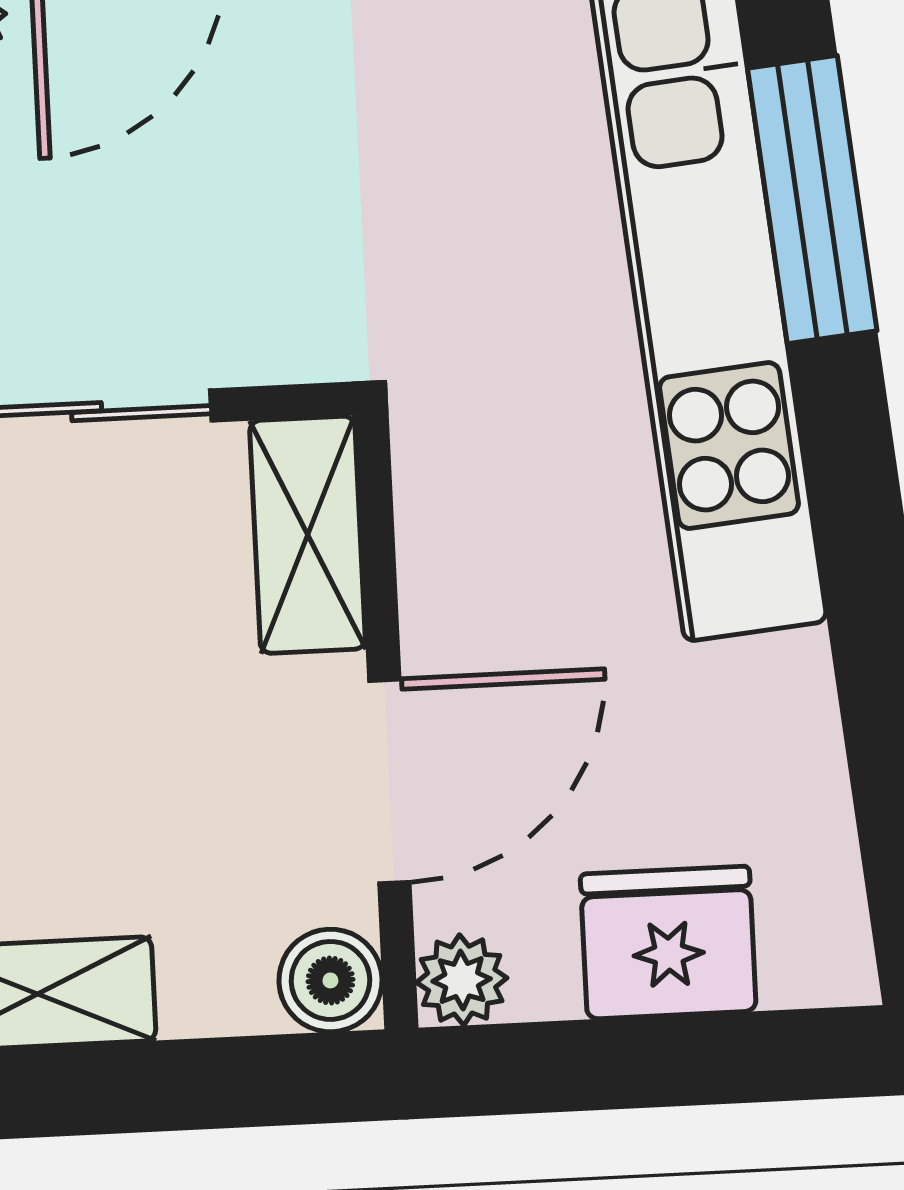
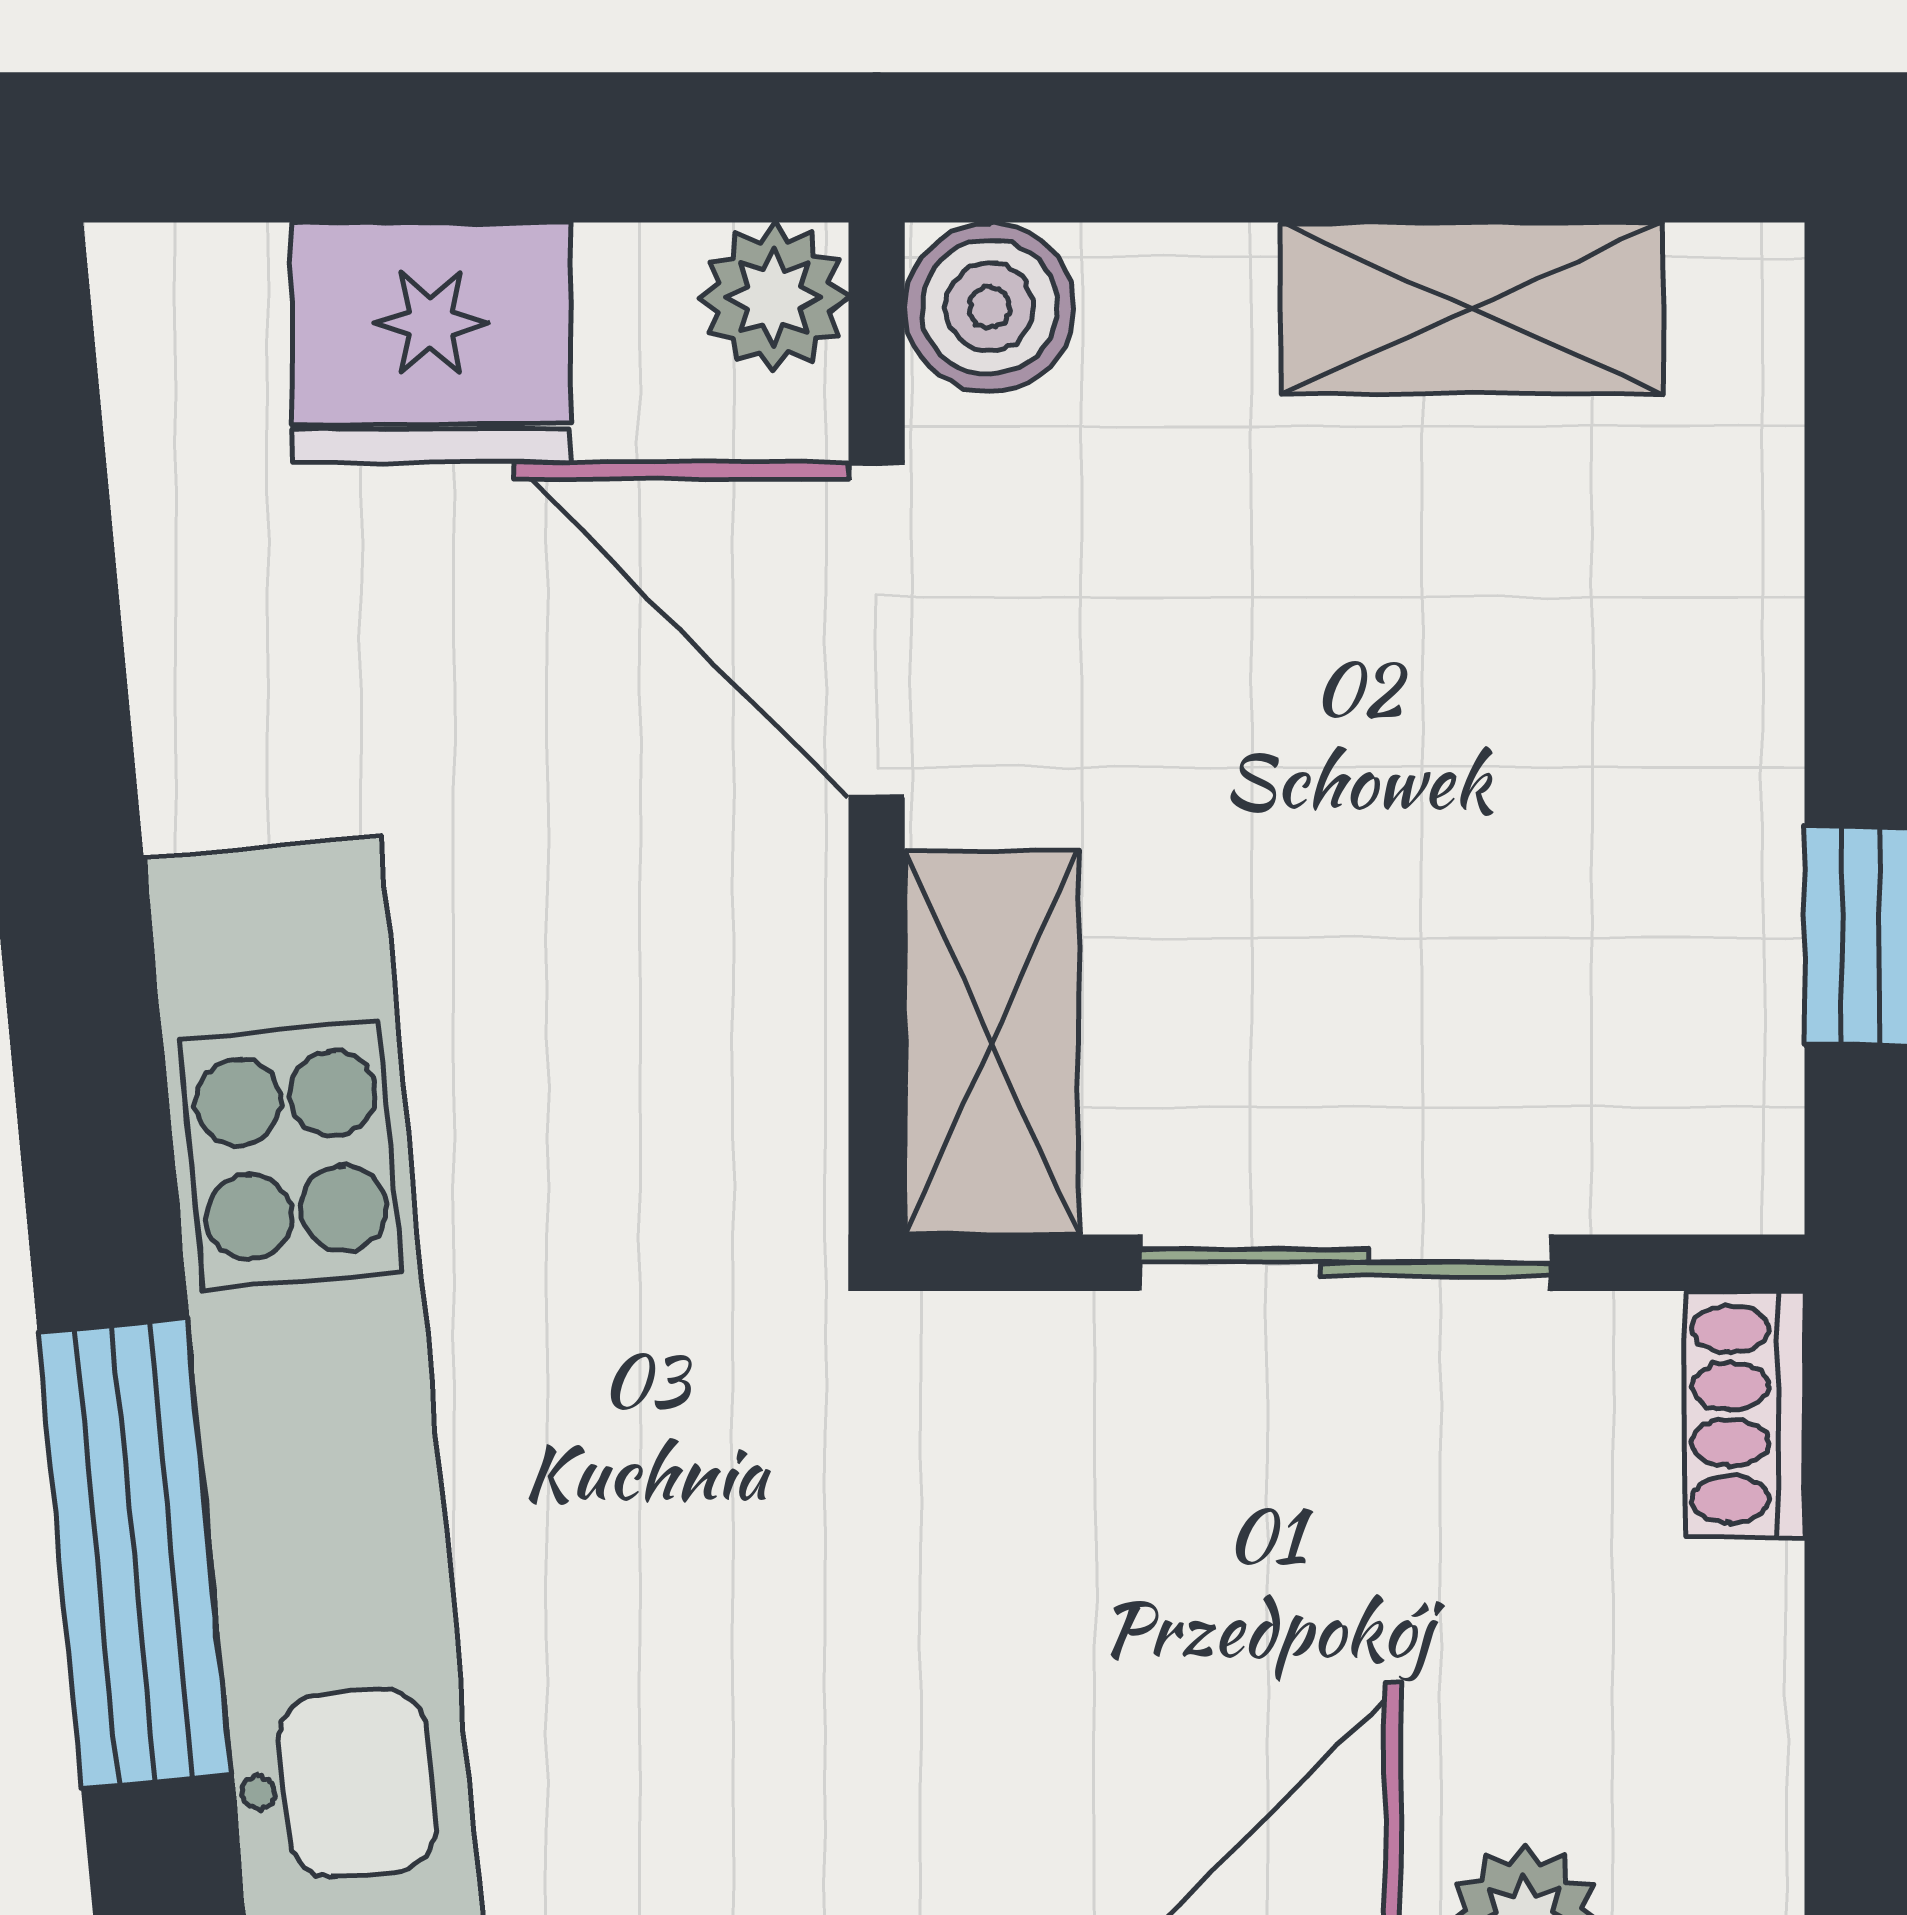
door: (389, 781) -> (877, 630), hinge flipped

